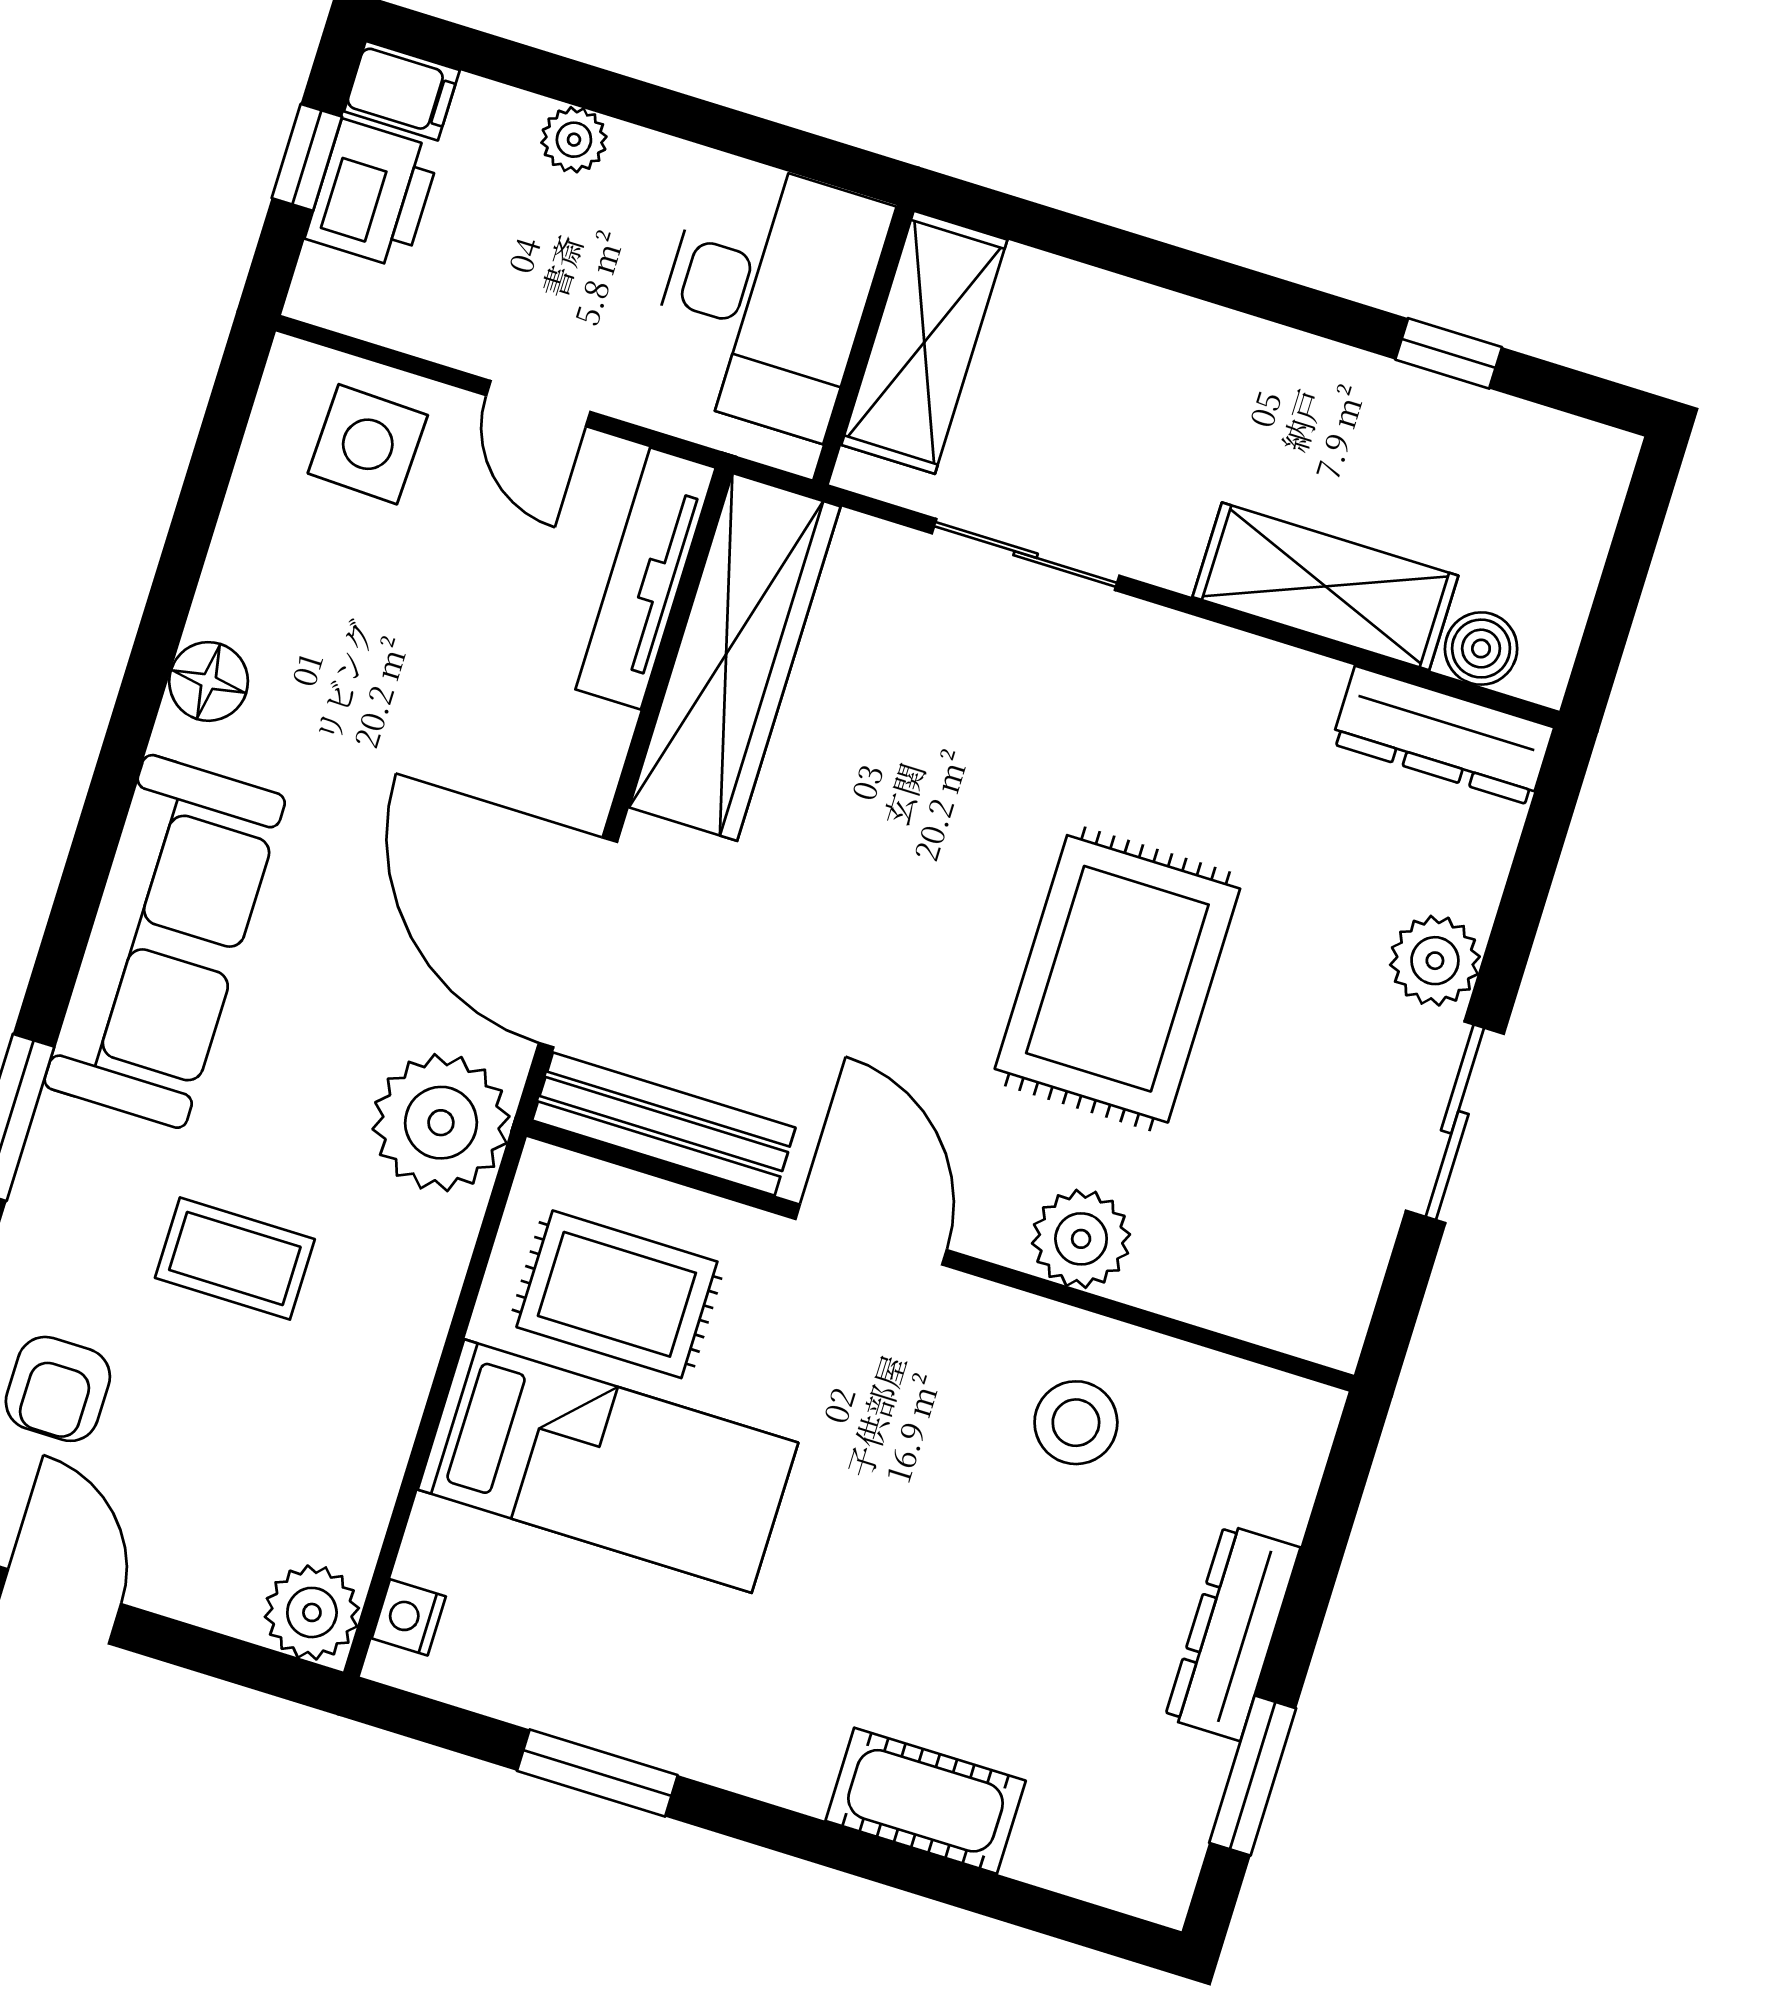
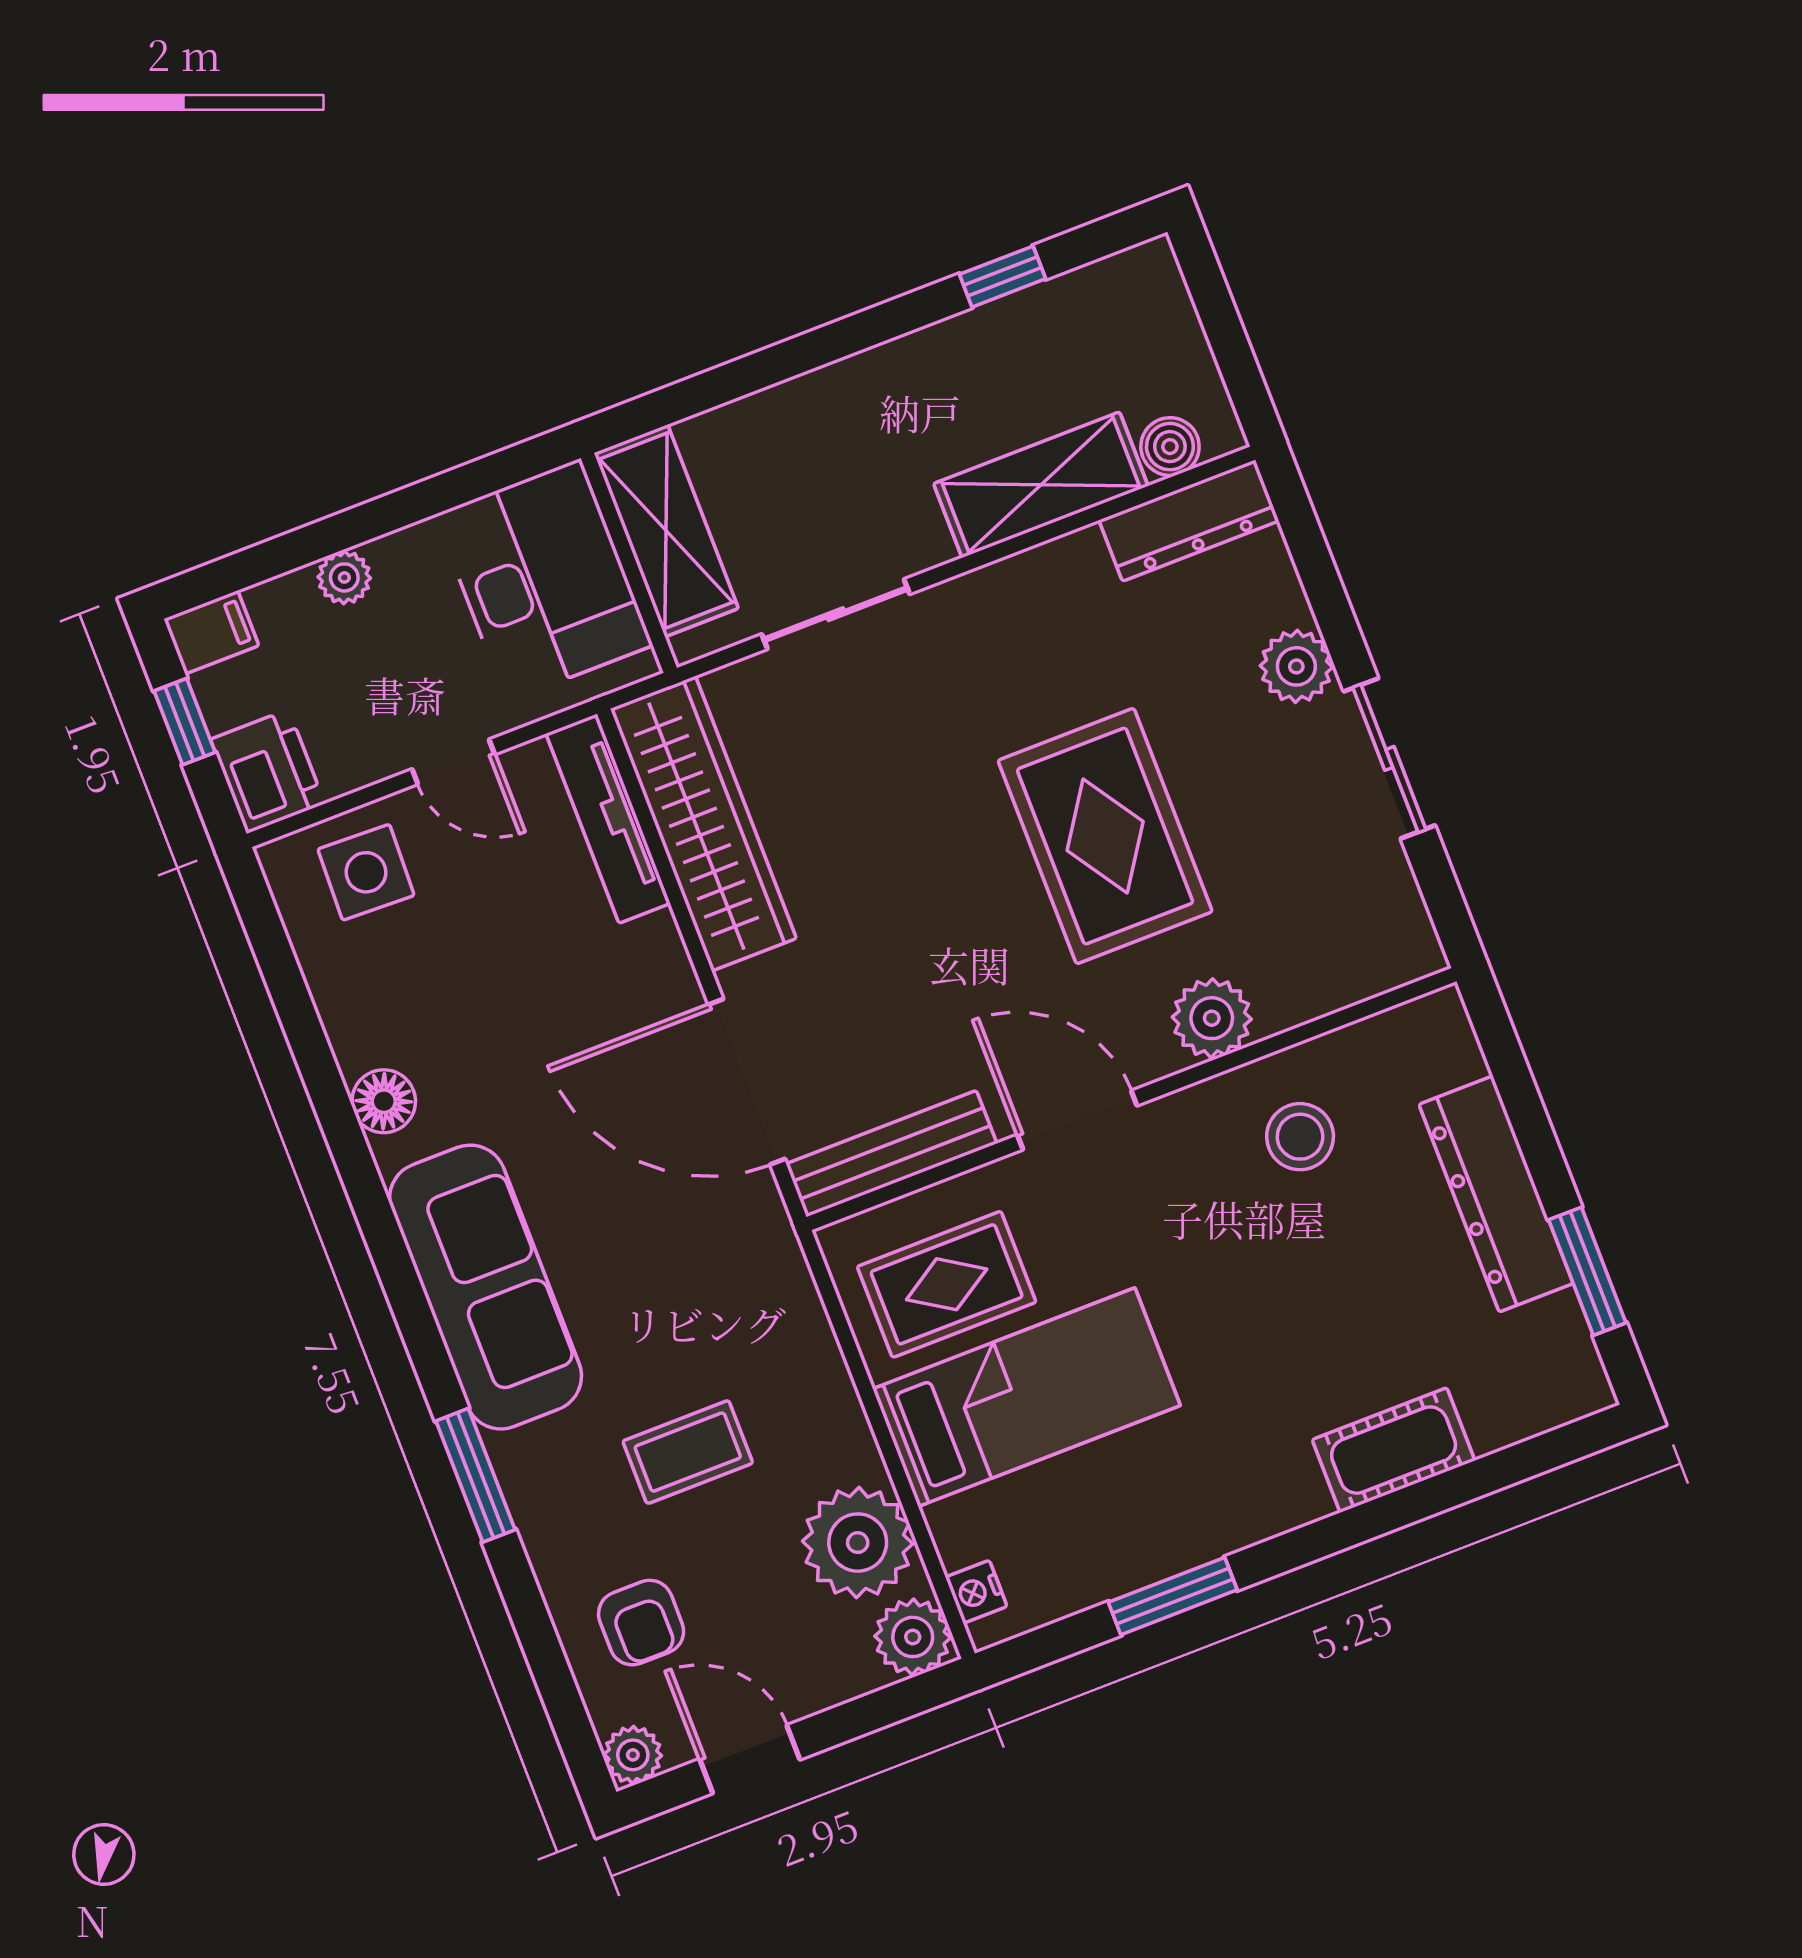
printer: (373, 194) -> (268, 772), moved
plant: (441, 1123) -> (858, 1543), moved
dresser: (1232, 1633) -> (1496, 1194), width x1.37, depth x1.24

